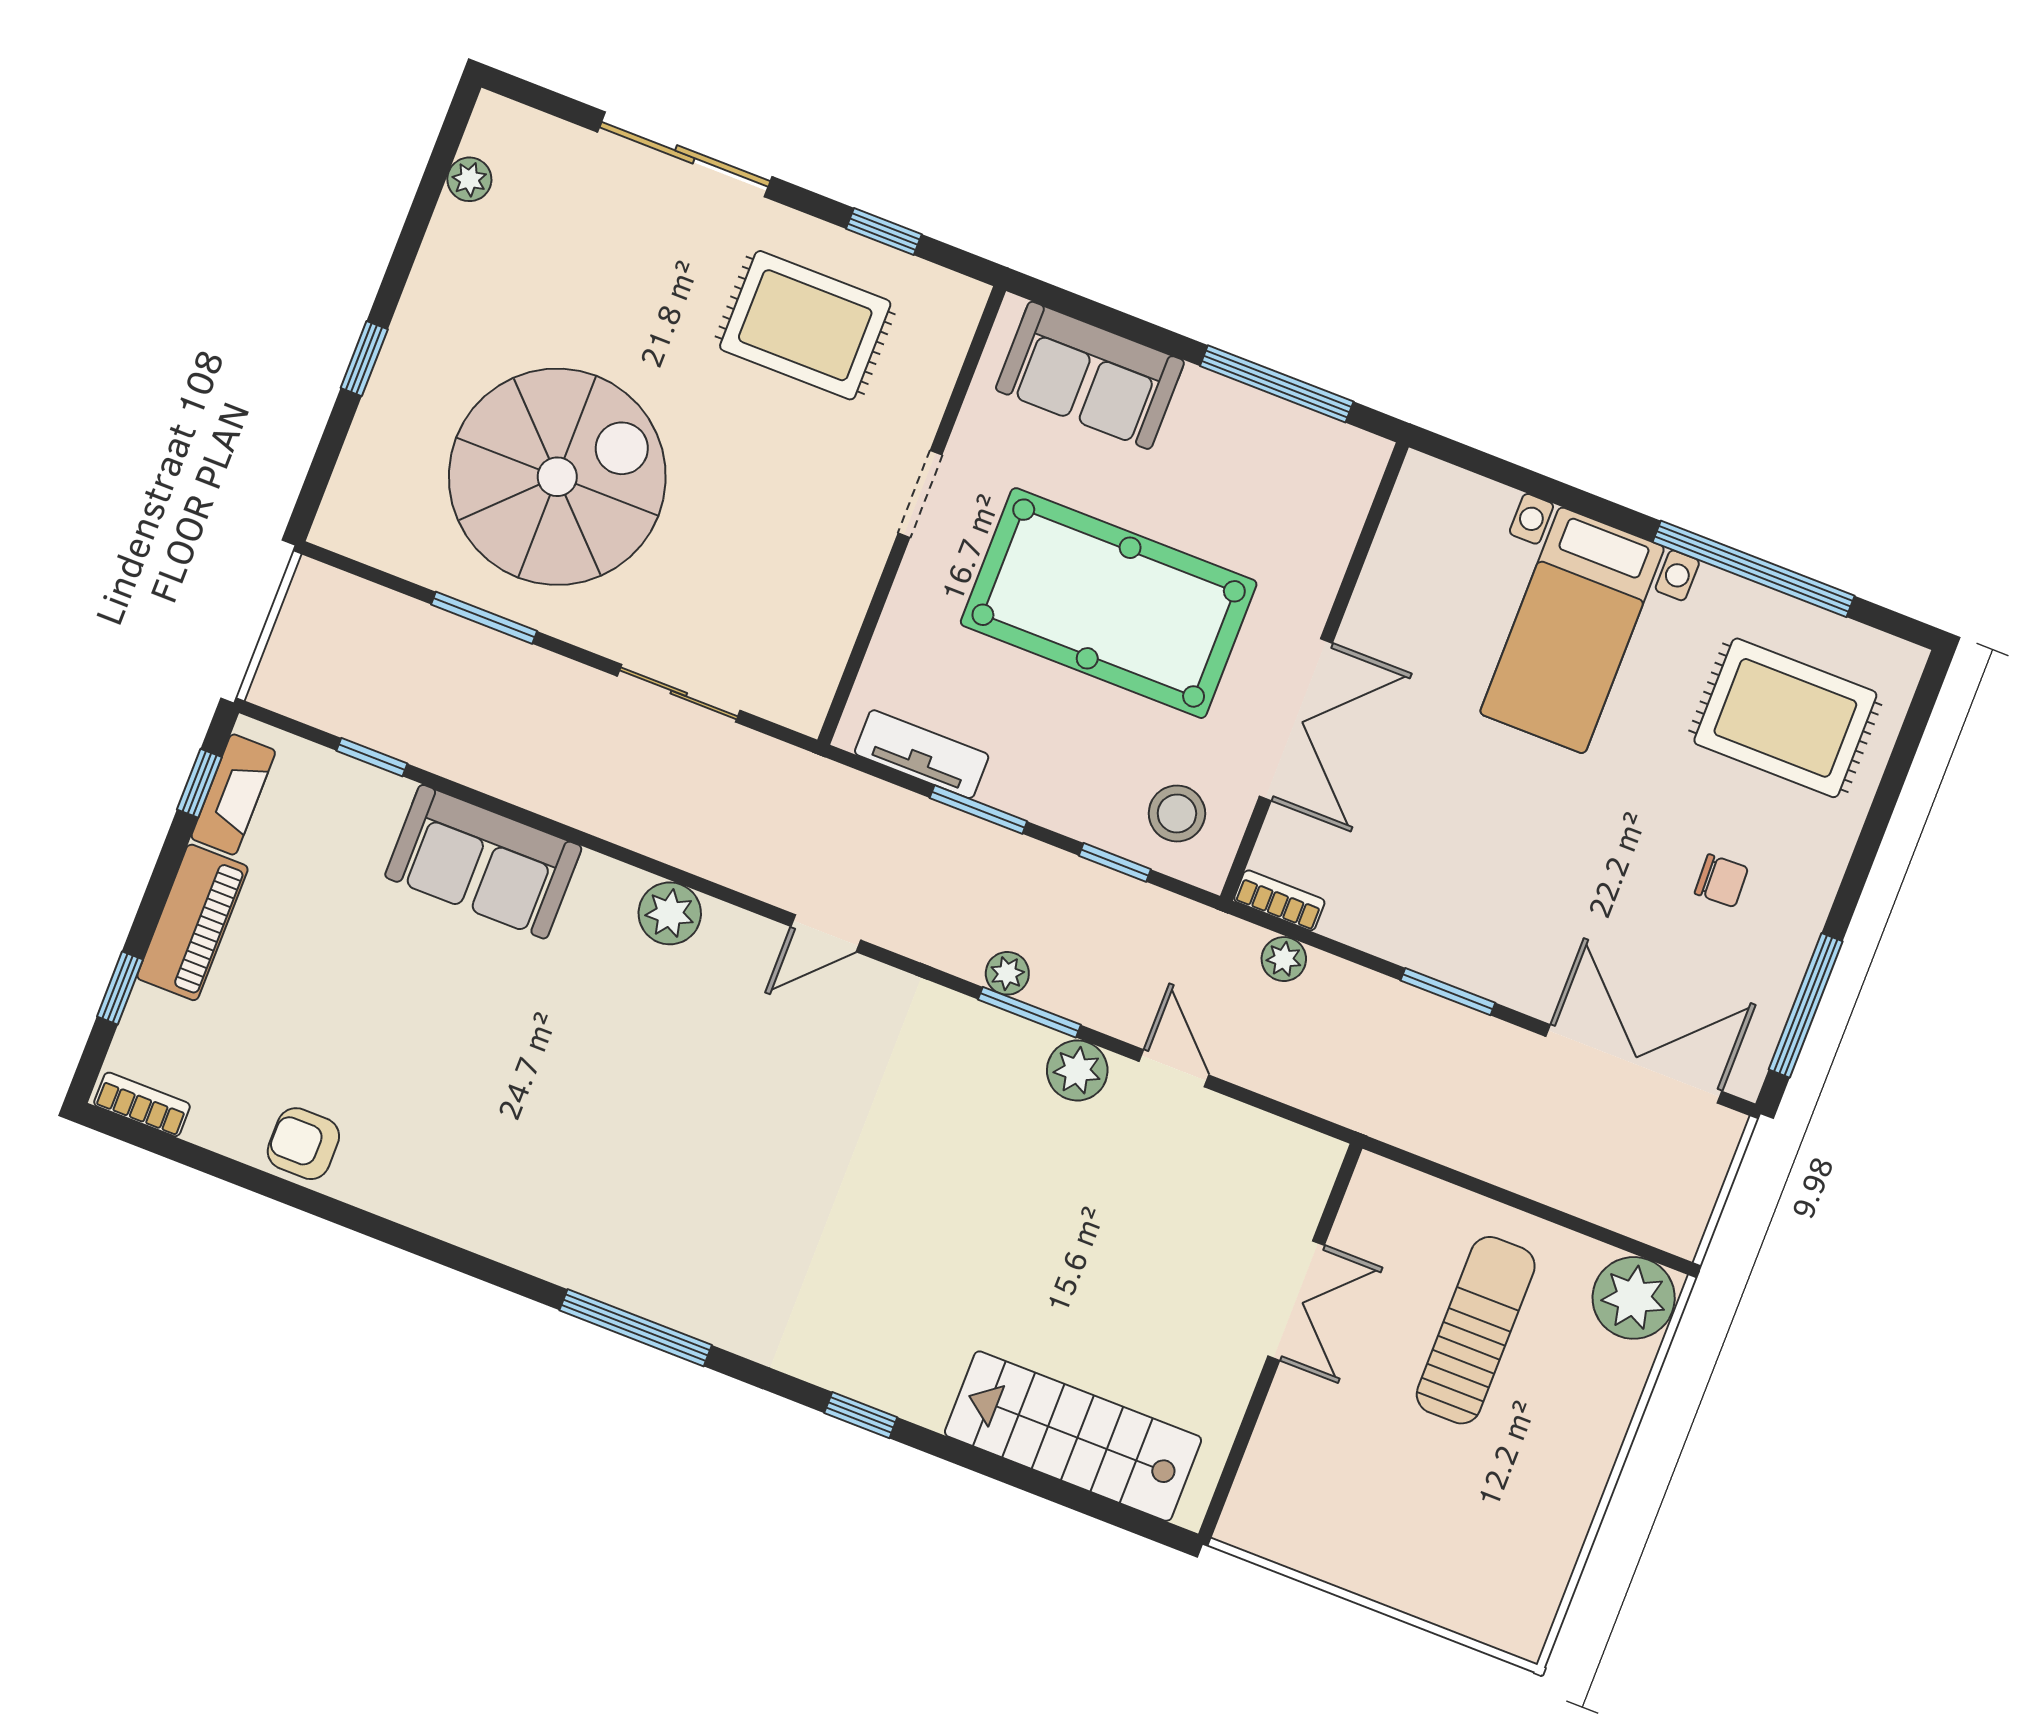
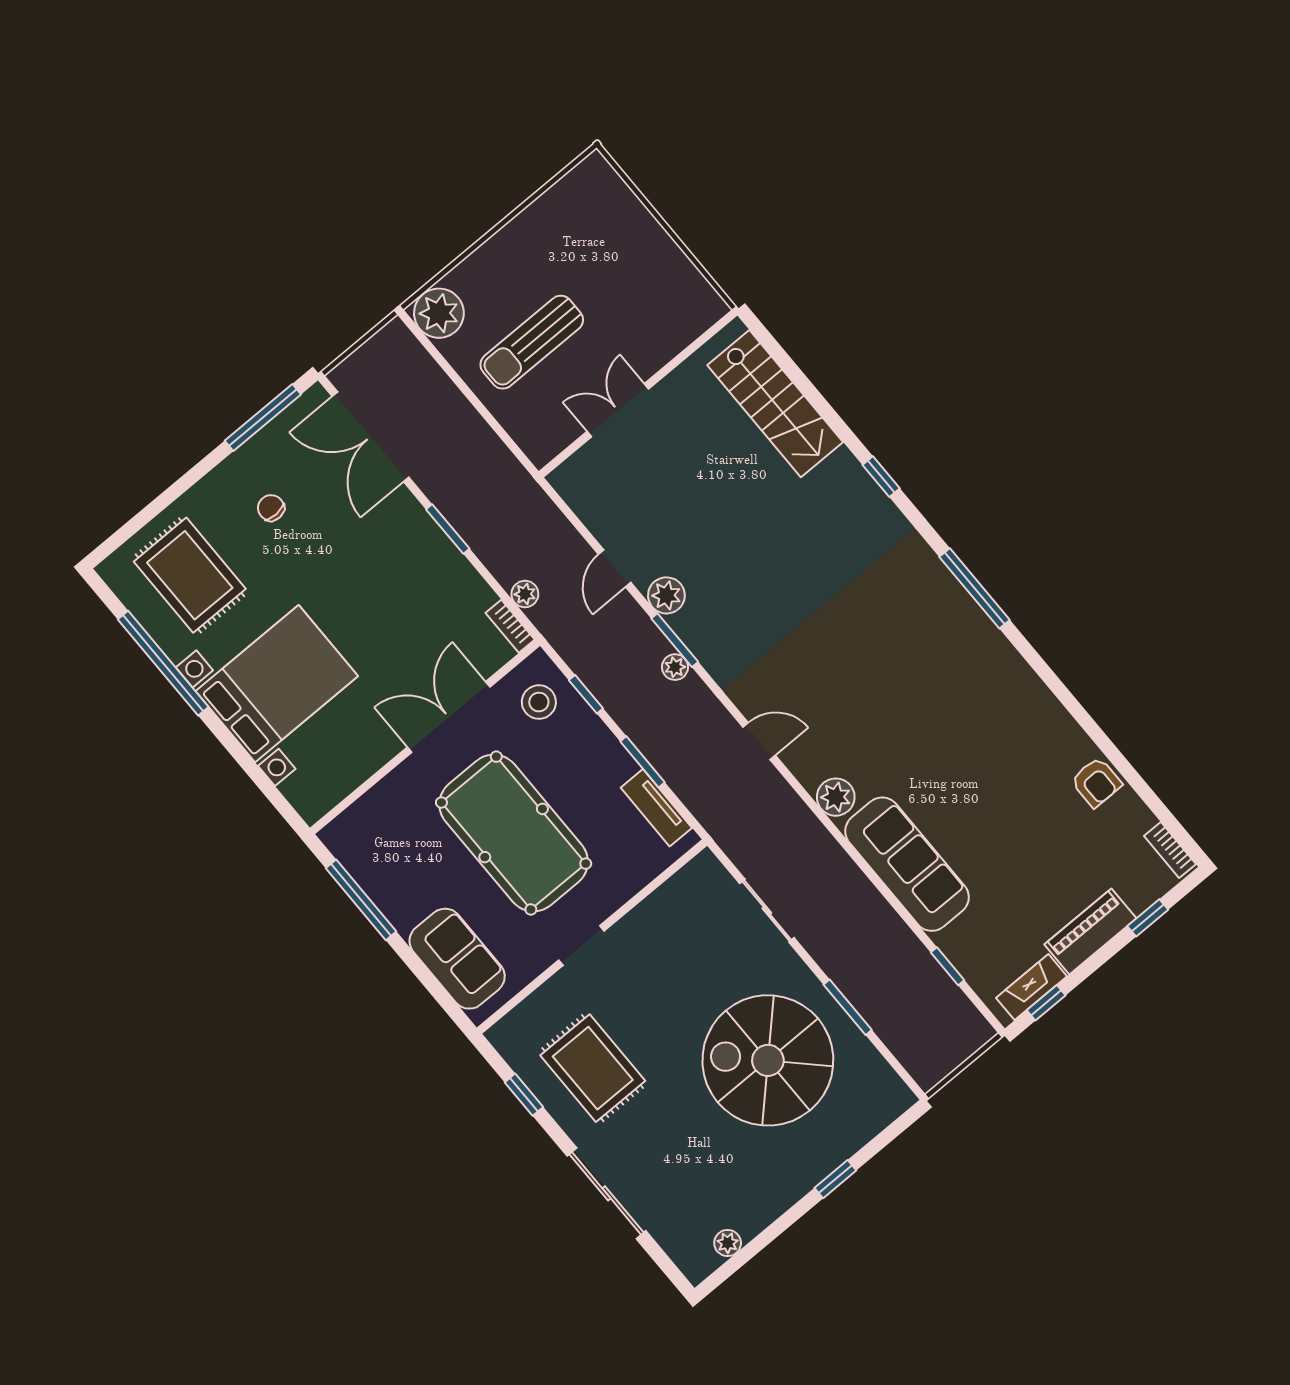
bed with nightstands: (1572, 630) -> (277, 684), width x1.36
sofa: (483, 862) -> (907, 864), width x1.36

